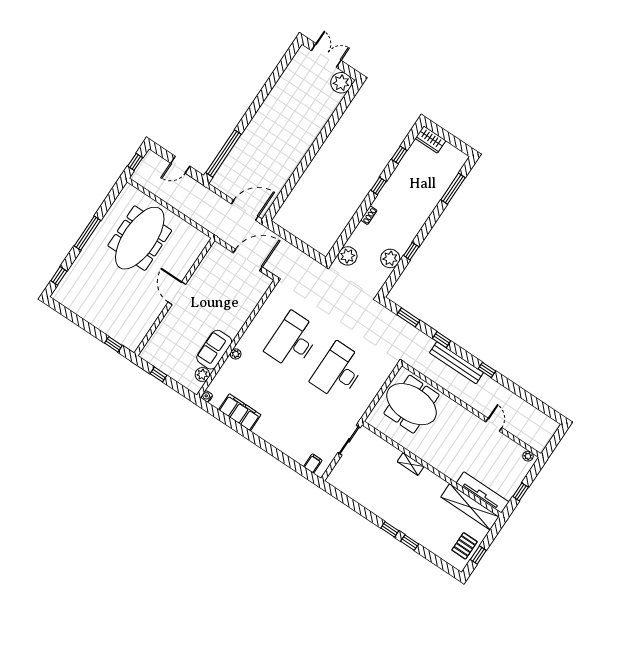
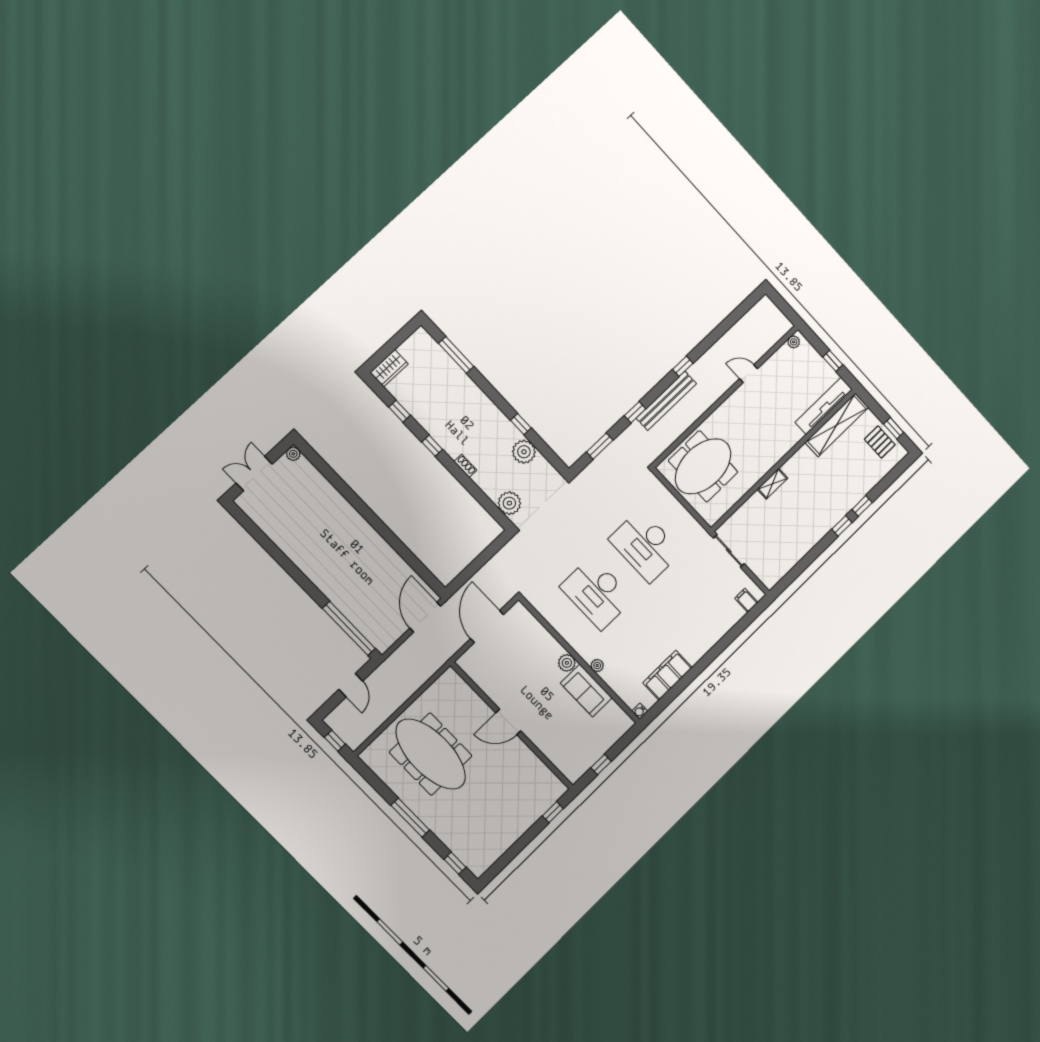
plant: (341, 83) -> (293, 454), width x0.53, depth x0.53
plant: (202, 375) -> (567, 663), moved

